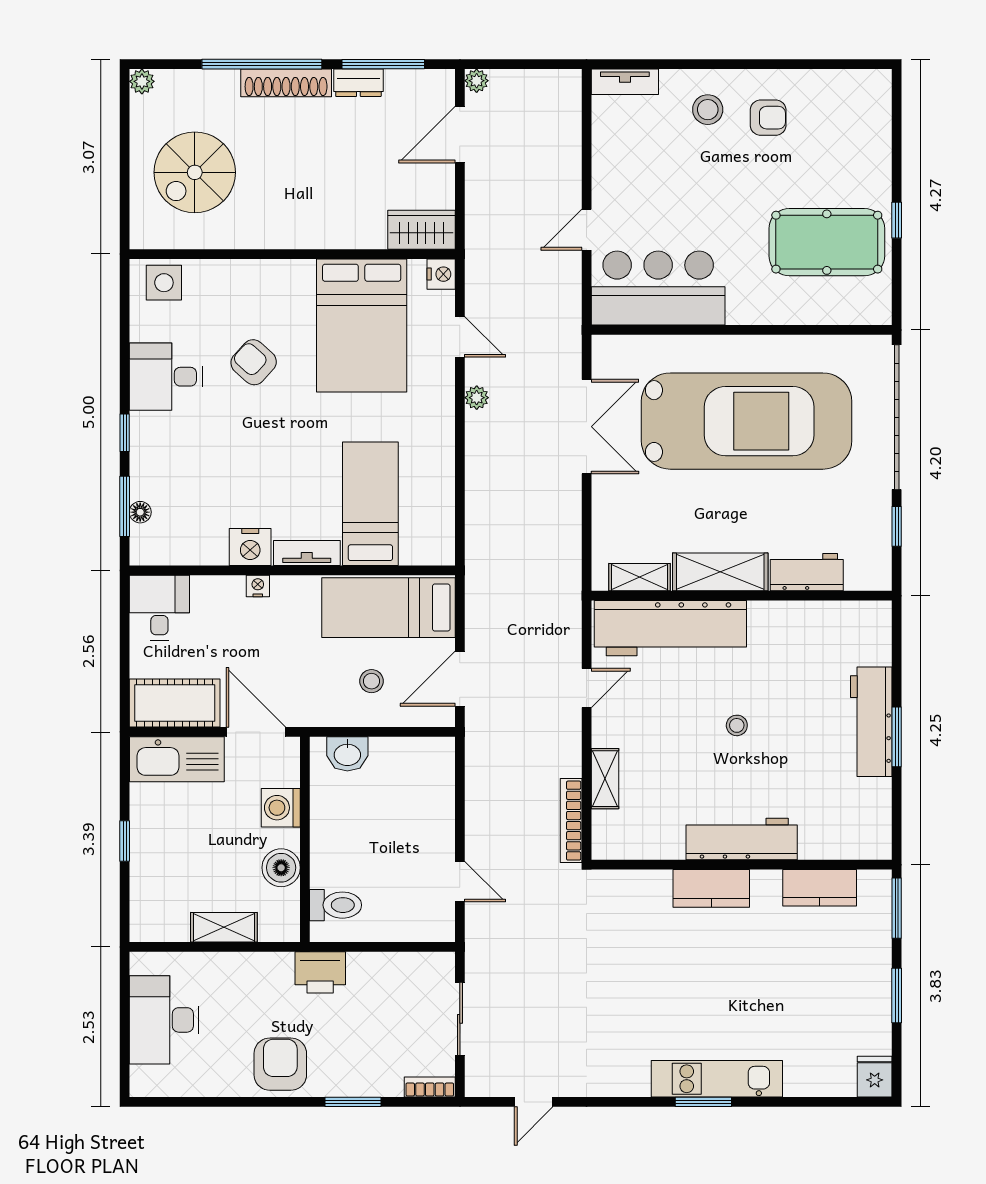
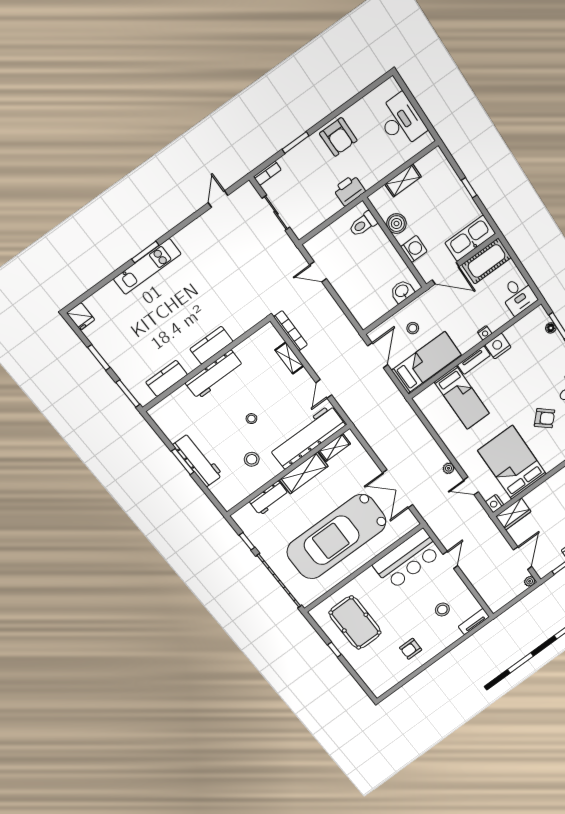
stool: (708, 110) -> (442, 610), moved
pool table: (827, 242) -> (355, 623), turned 90
stool: (786, 658) -> (252, 459), added

